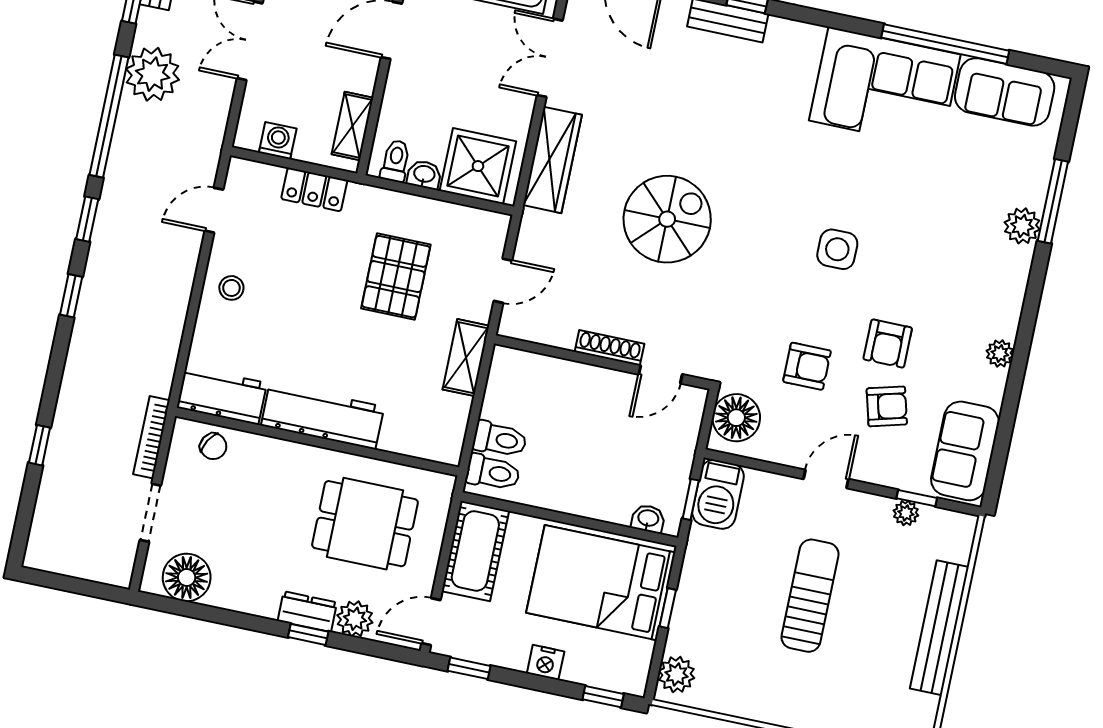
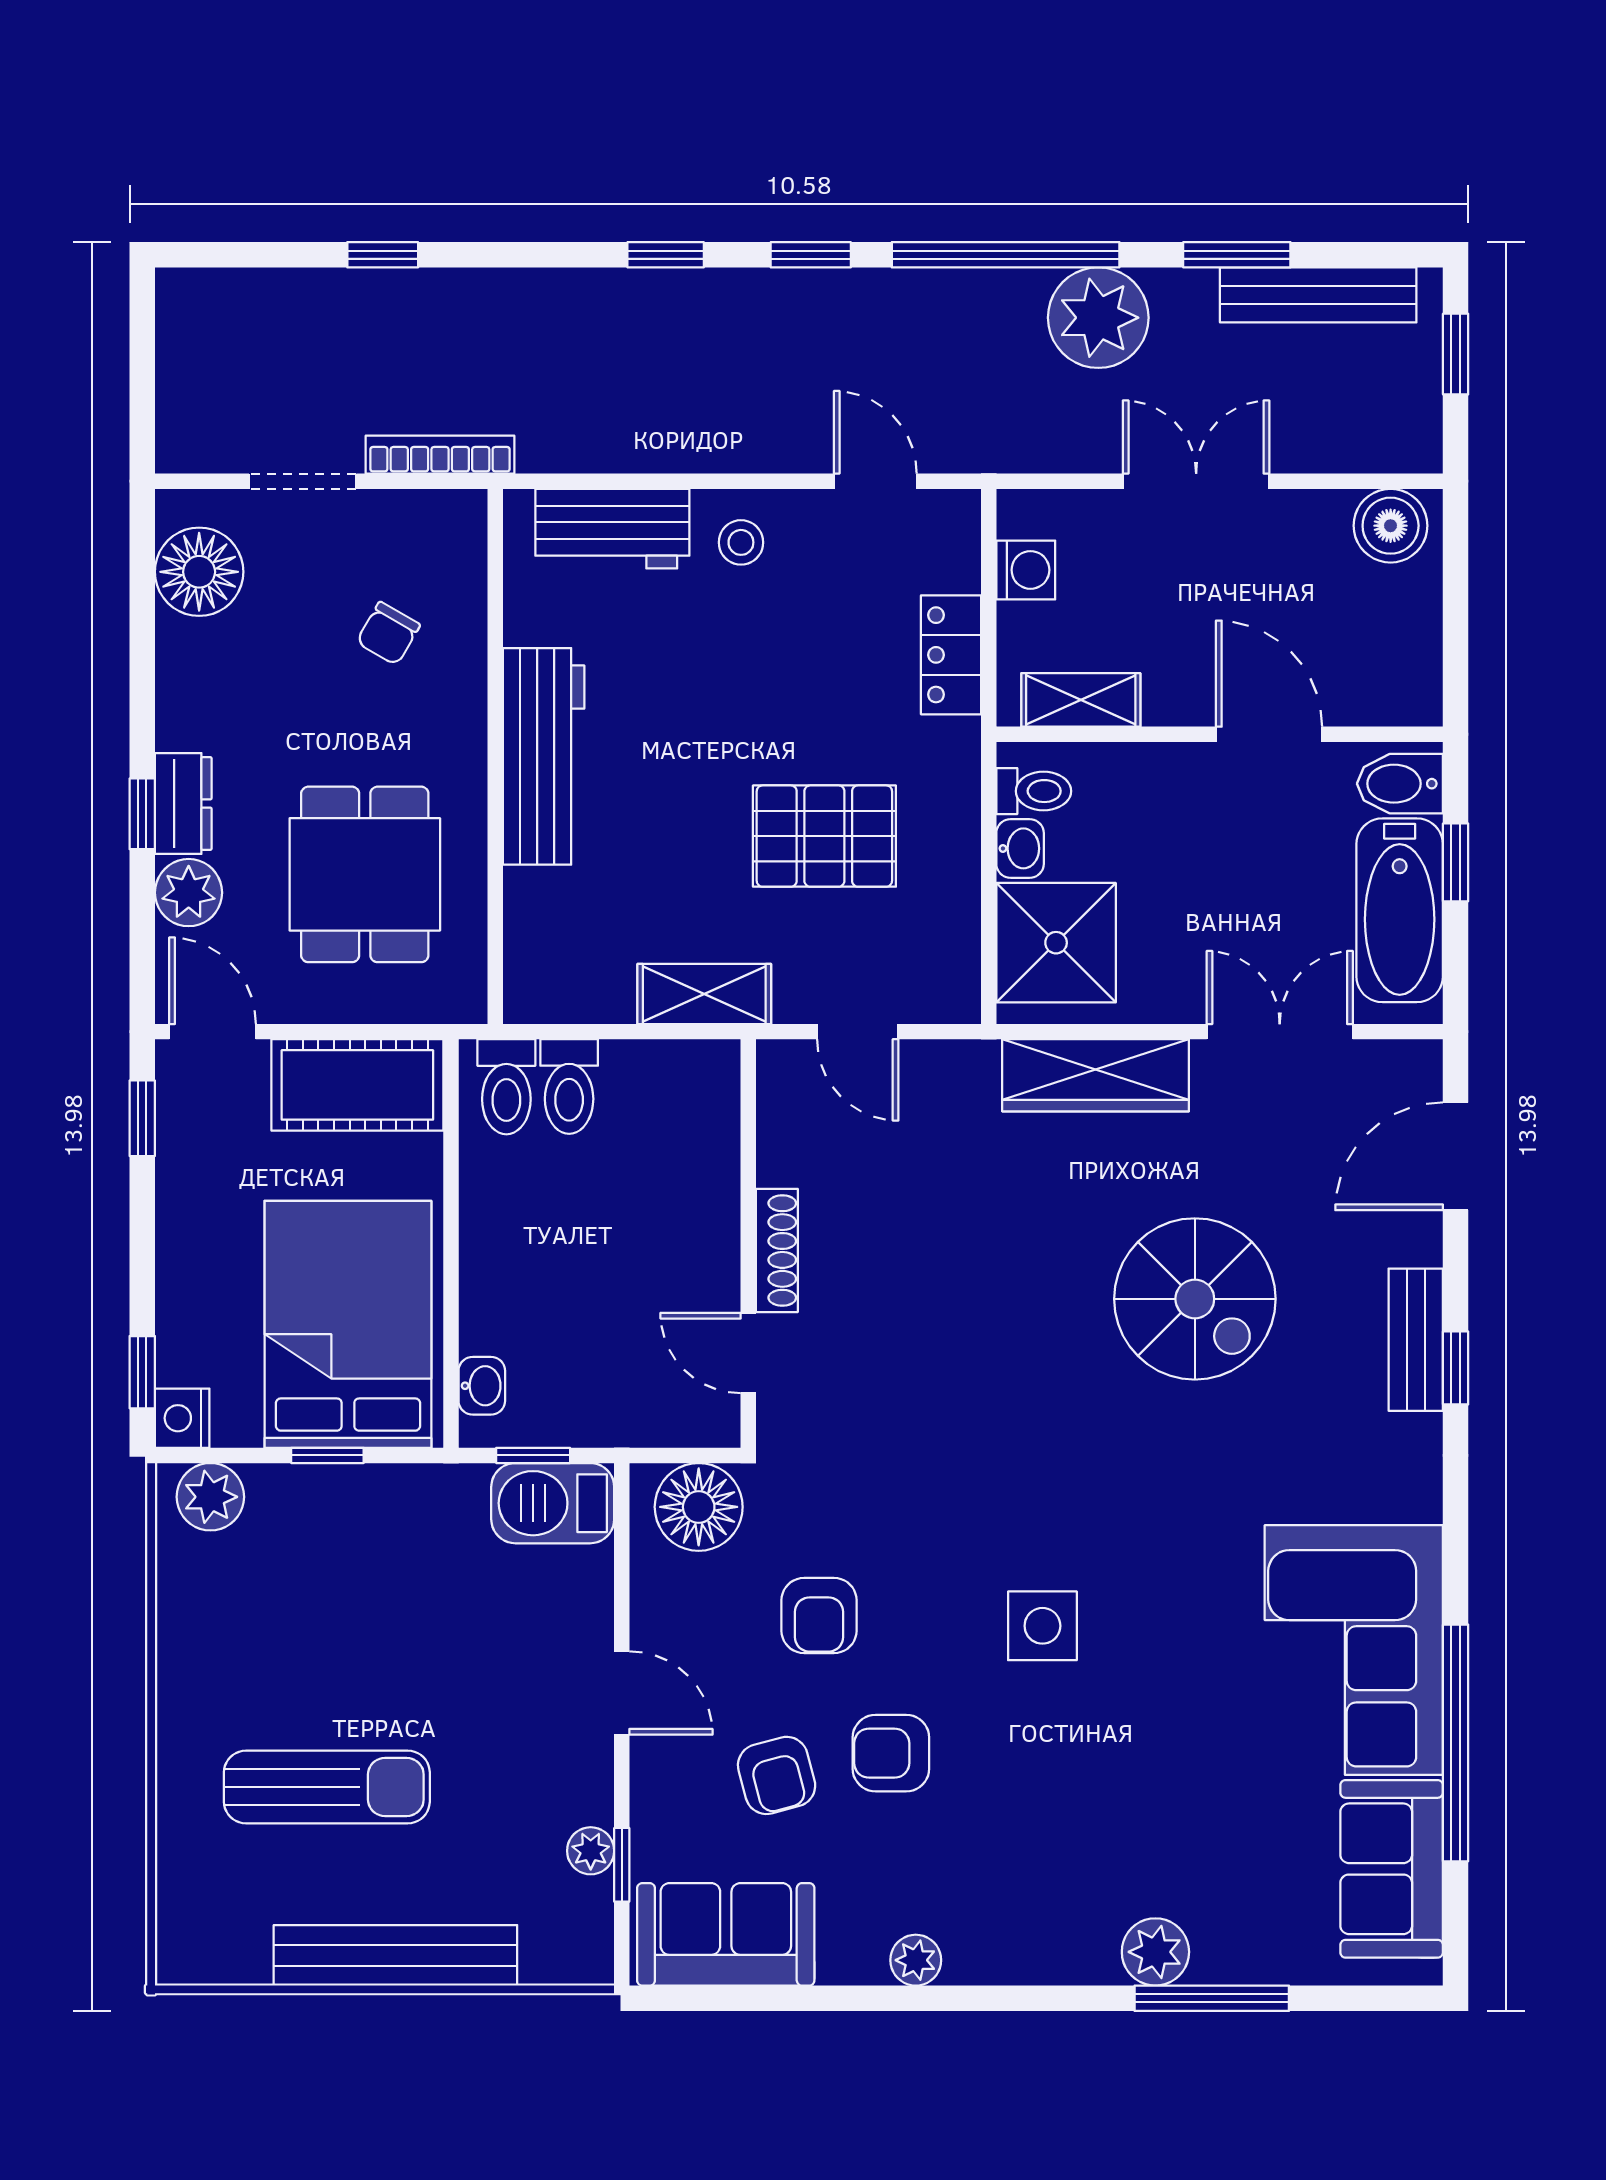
spiral stairs: (667, 219) -> (1195, 1299), moved
workbench: (222, 395) -> (612, 529), moved, turned 90
chair: (213, 446) -> (388, 633), moved
sun lounger: (810, 596) -> (327, 1787), moved
nightstand: (546, 662) -> (182, 1418), moved

